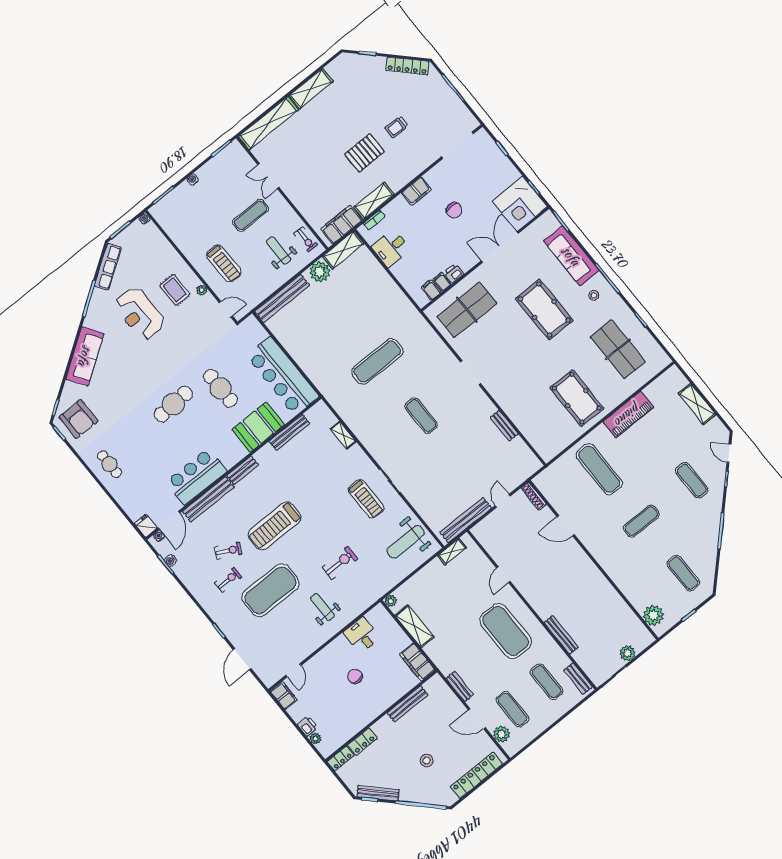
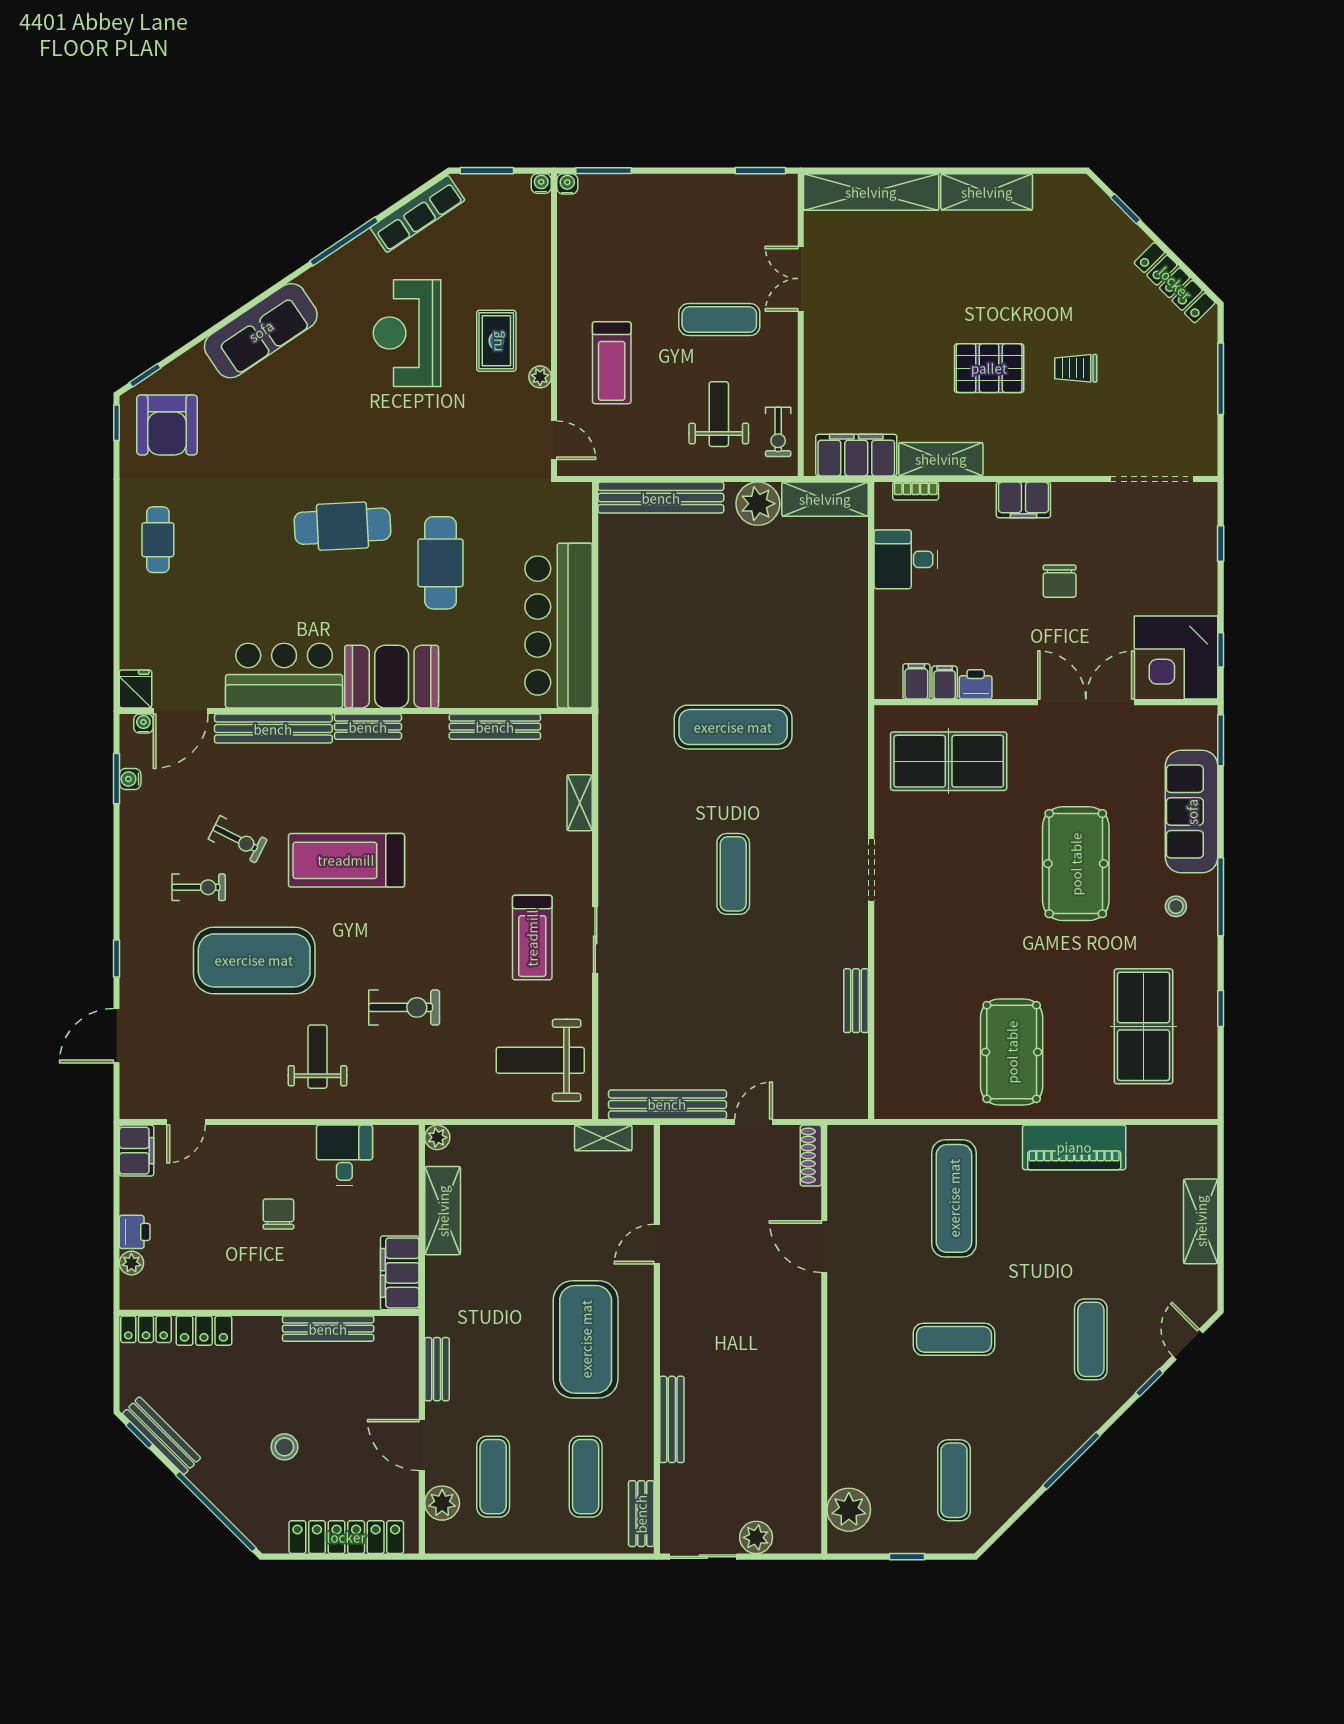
water cooler: (193, 180) -> (567, 184), moved
booth: (258, 427) -> (392, 677), moved

